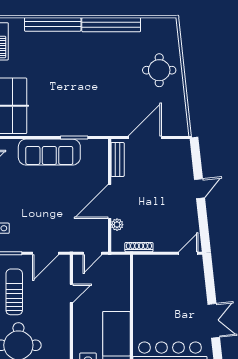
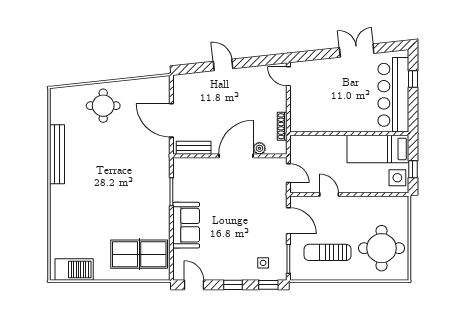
bench: (53, 24) -> (57, 213), removed
sofa: (49, 152) -> (186, 225), width x0.73
door: (110, 201) -> (236, 156), swing flipped

